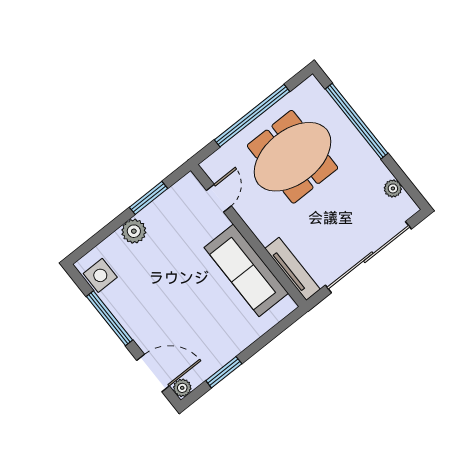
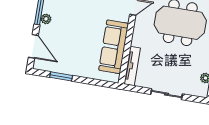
sliding door: (368, 257) -> (166, 94), width x0.54
plant: (182, 388) -> (46, 19), moved

